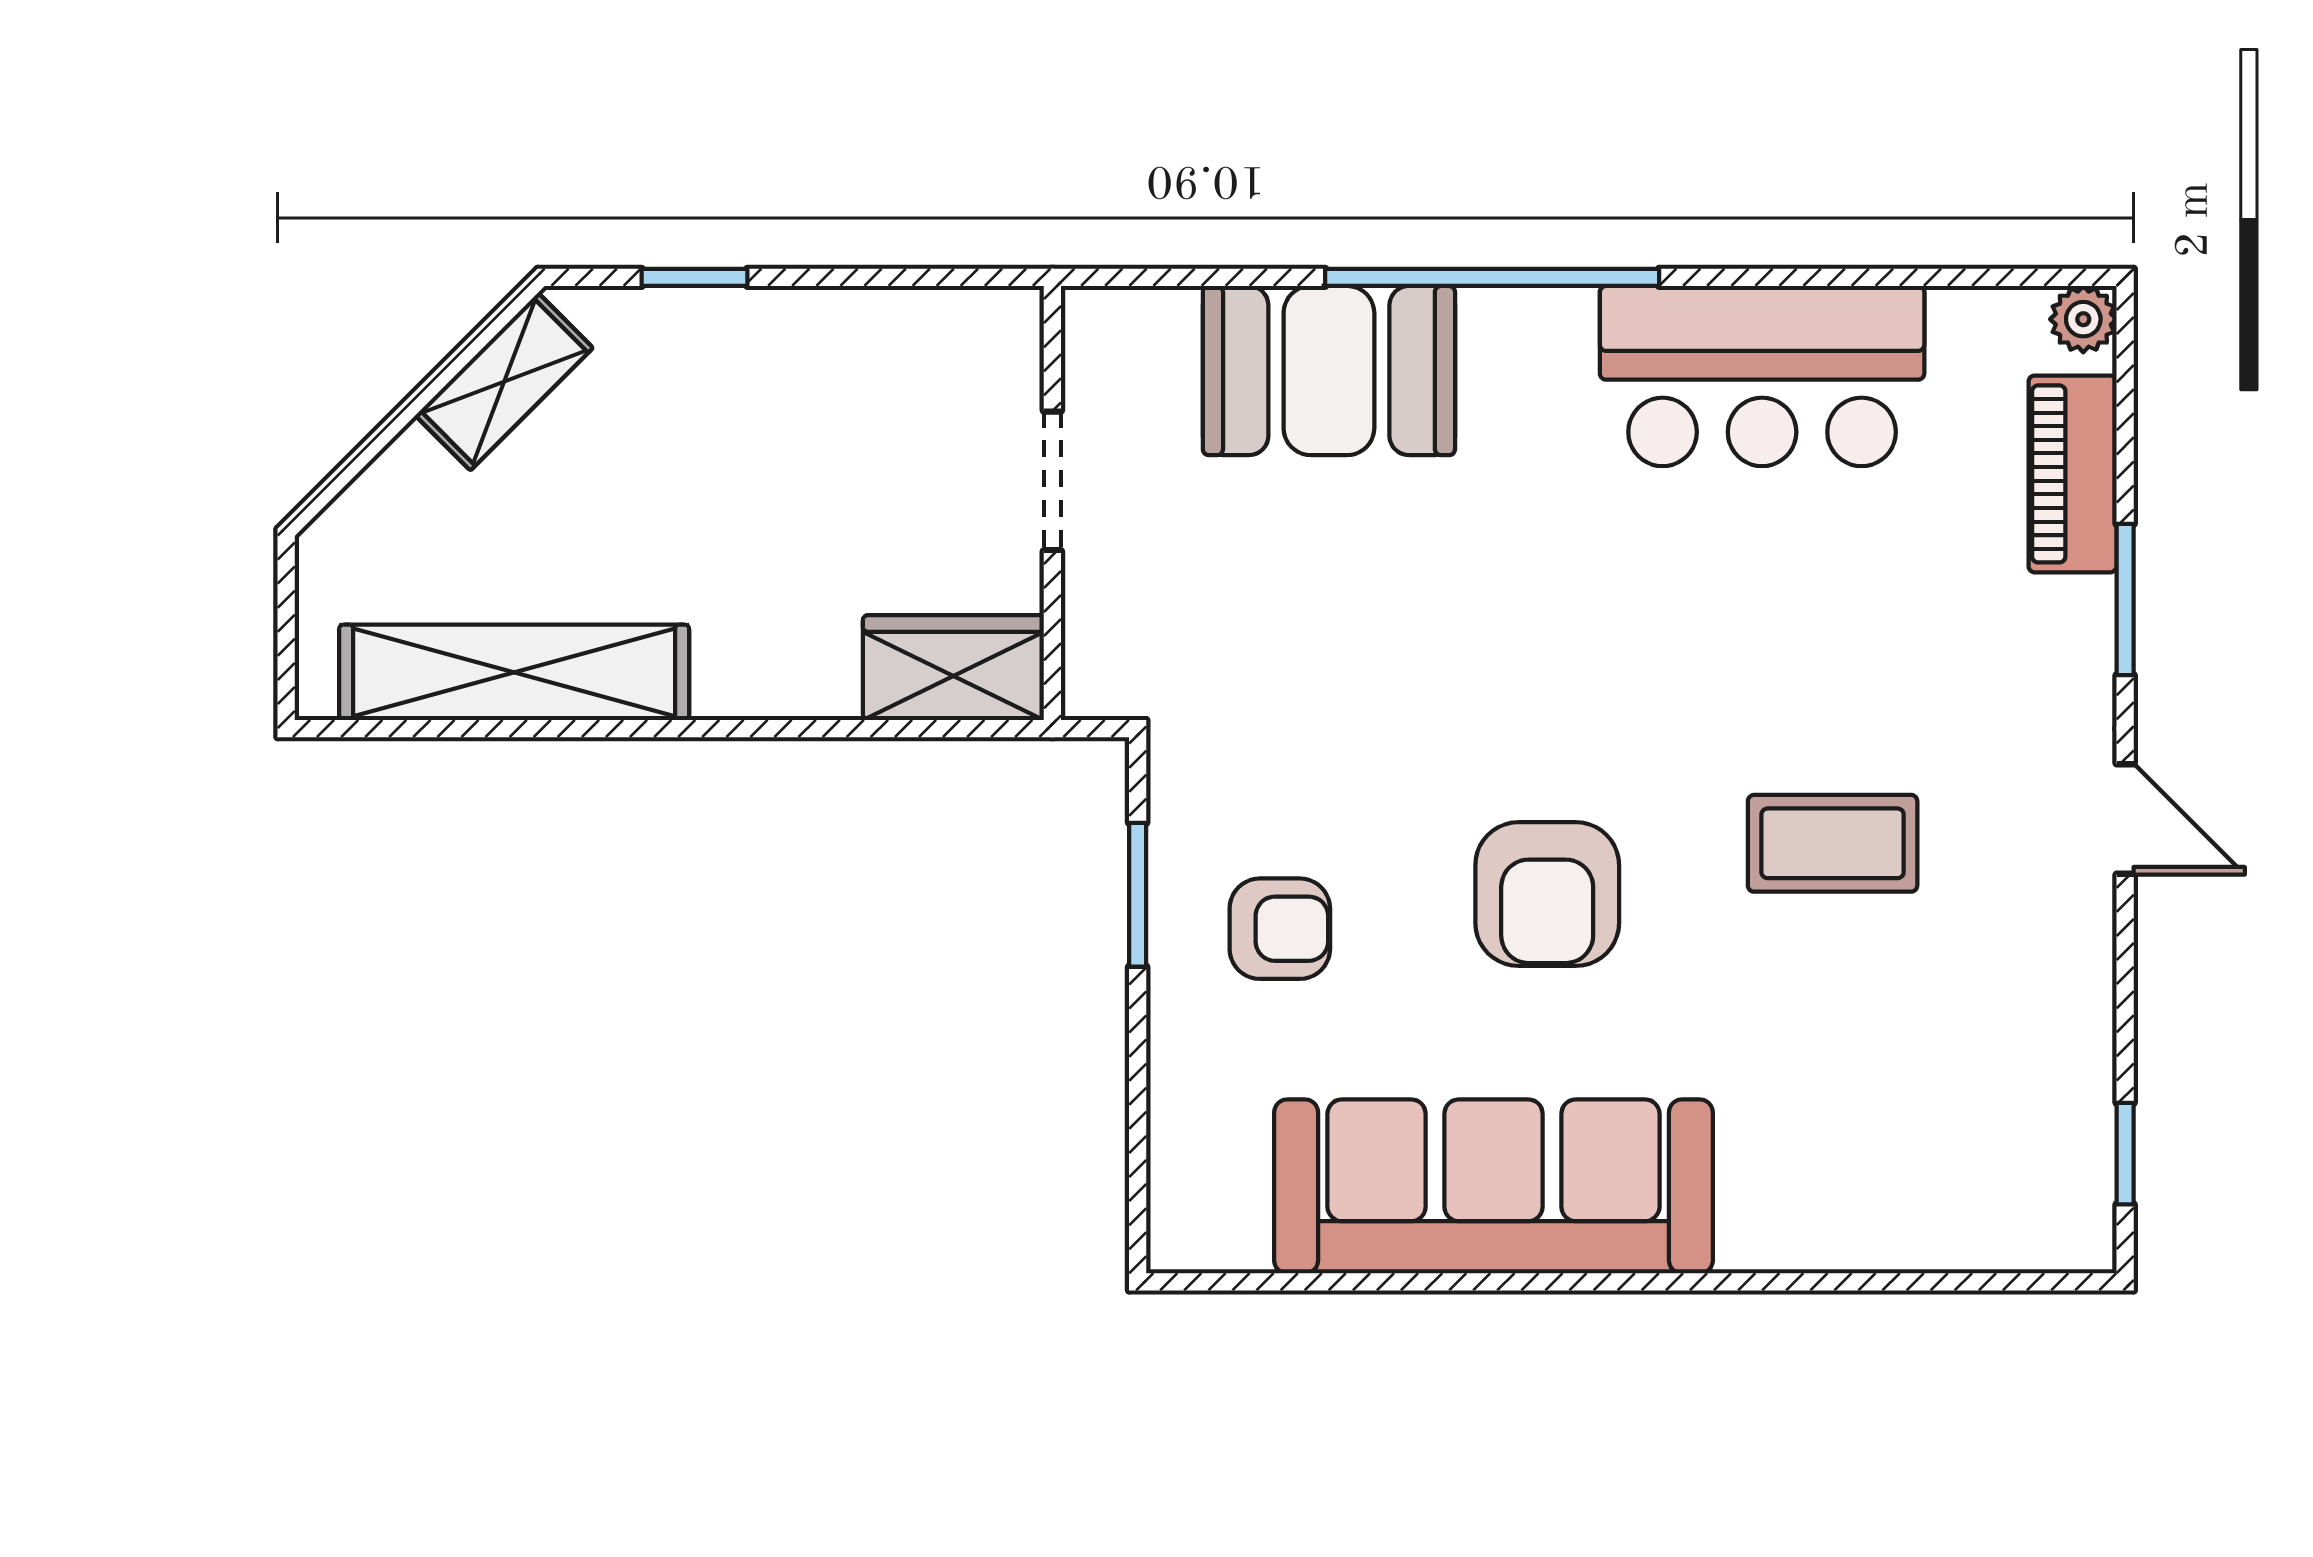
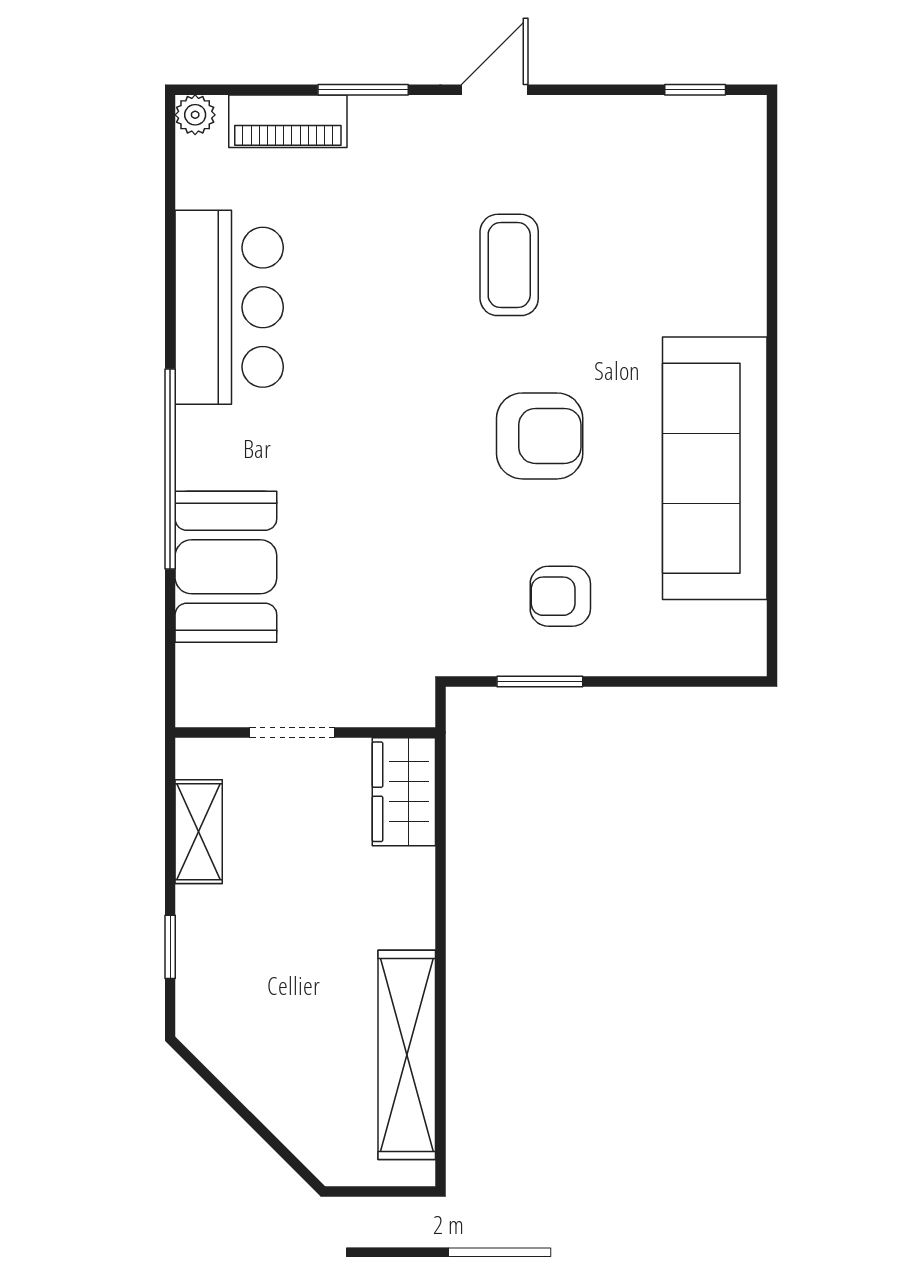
shelving: (504, 382) -> (199, 832), moved, turned 45
armchair: (1280, 929) -> (560, 596), turned -90

